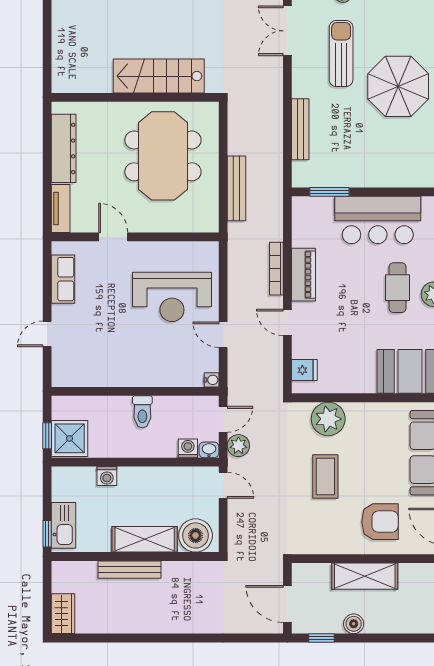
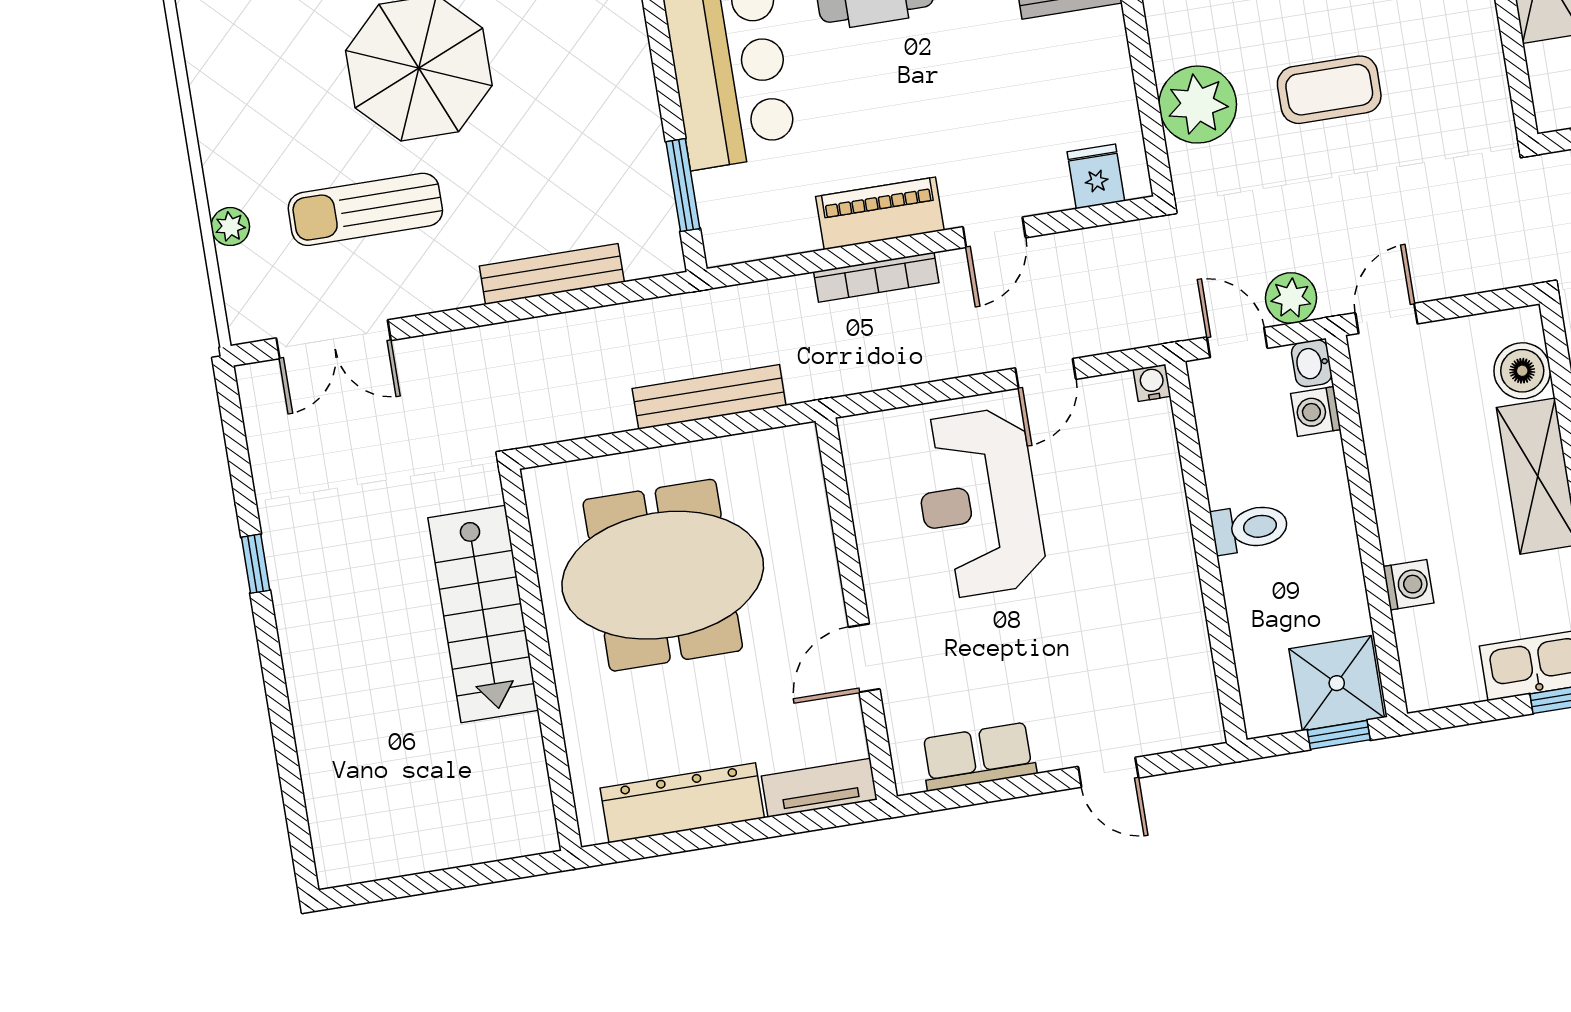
reception desk: (172, 297) -> (979, 503), turned 180
boiler: (196, 535) -> (1522, 371), width x0.73, depth x0.73

